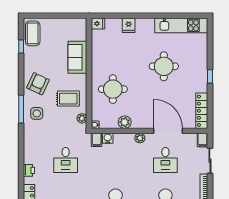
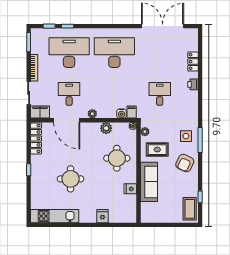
fridge: (98, 24) -> (130, 189), moved
sofa: (77, 57) -> (149, 182), width x1.36
filing cabinet: (203, 140) -> (40, 112), width x2.00

